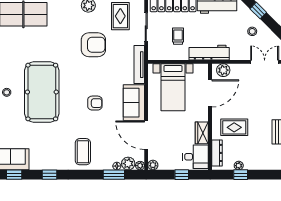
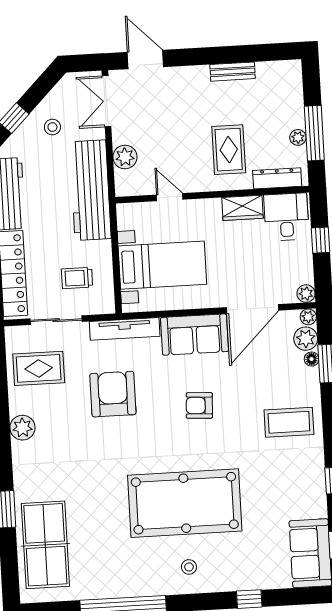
trolley: (178, 36) -> (77, 278), moved
armchair: (93, 45) -> (113, 394), moved
workbench: (209, 53) -> (90, 190), width x1.36, depth x1.32
plant: (223, 70) -> (125, 157), moved
door: (210, 93) -> (170, 197), width x0.53
armchair: (95, 103) -> (199, 405), turned -87
window: (241, 175) -> (314, 133), width x2.17

